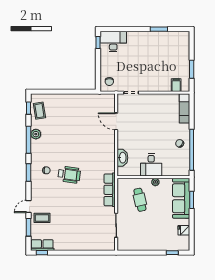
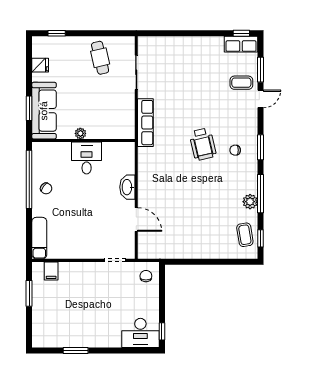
washbasin: (122, 158) -> (127, 187), moved
wheelchair: (69, 175) -> (203, 144), turned -111
cafe table: (140, 200) -> (100, 58), moved

